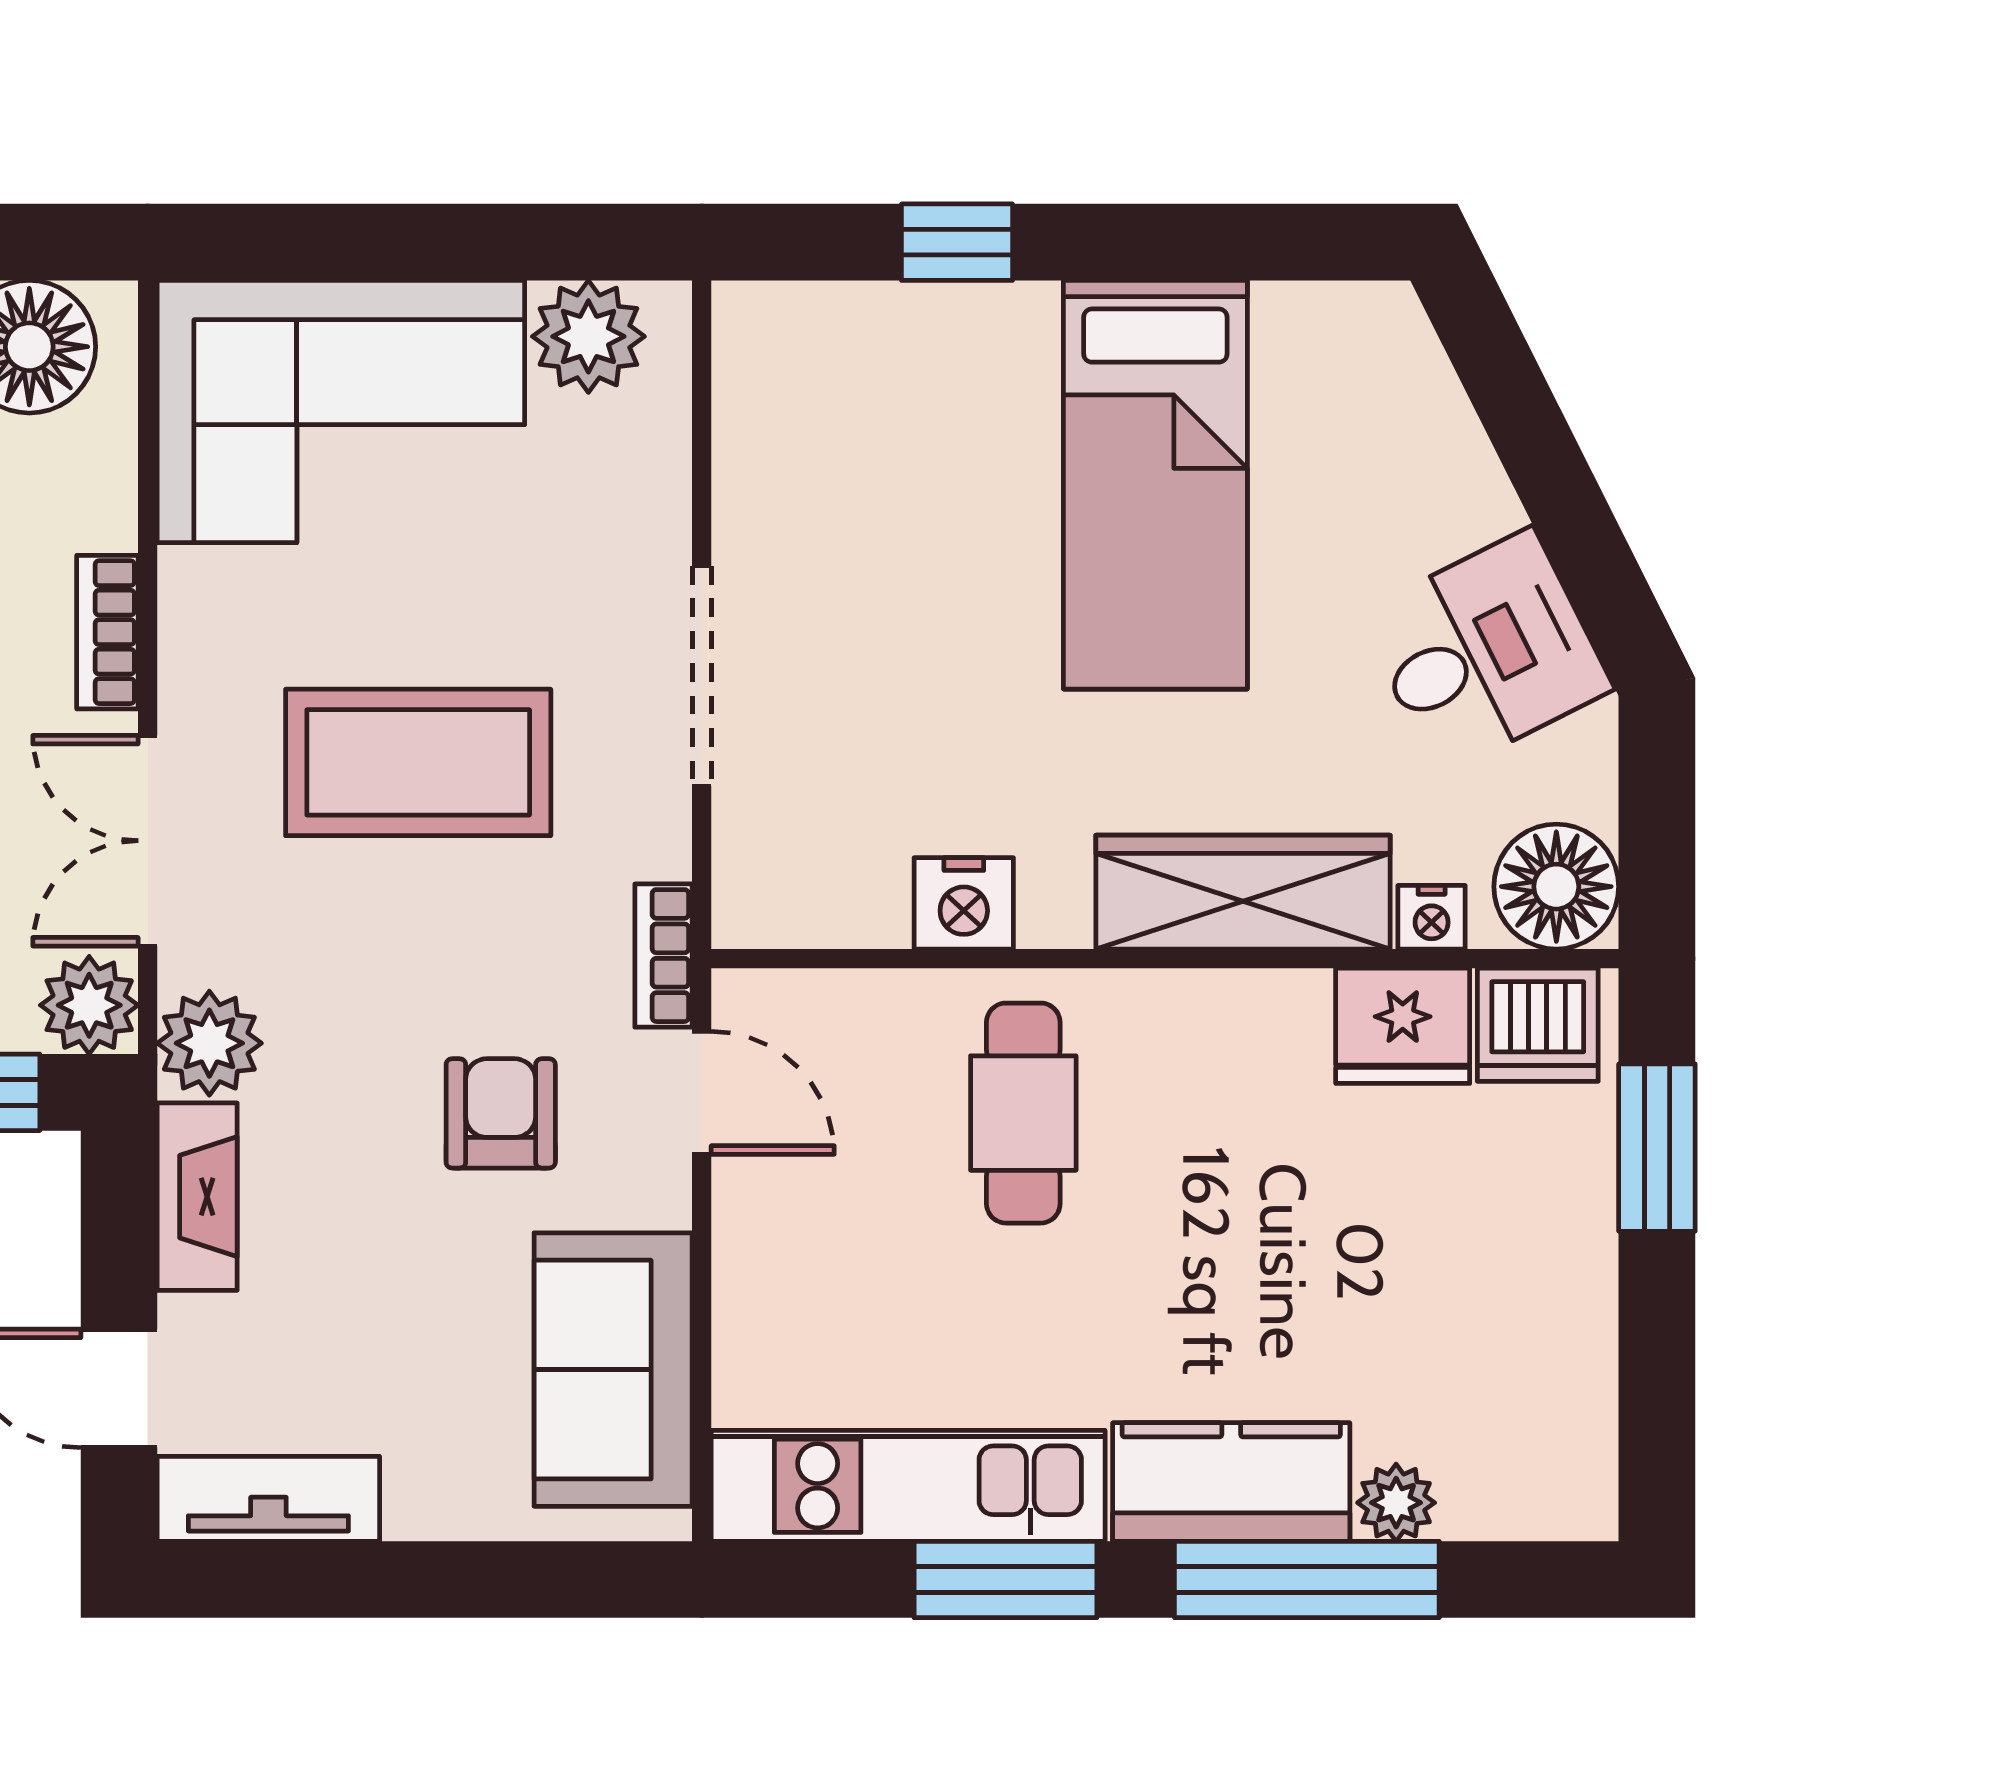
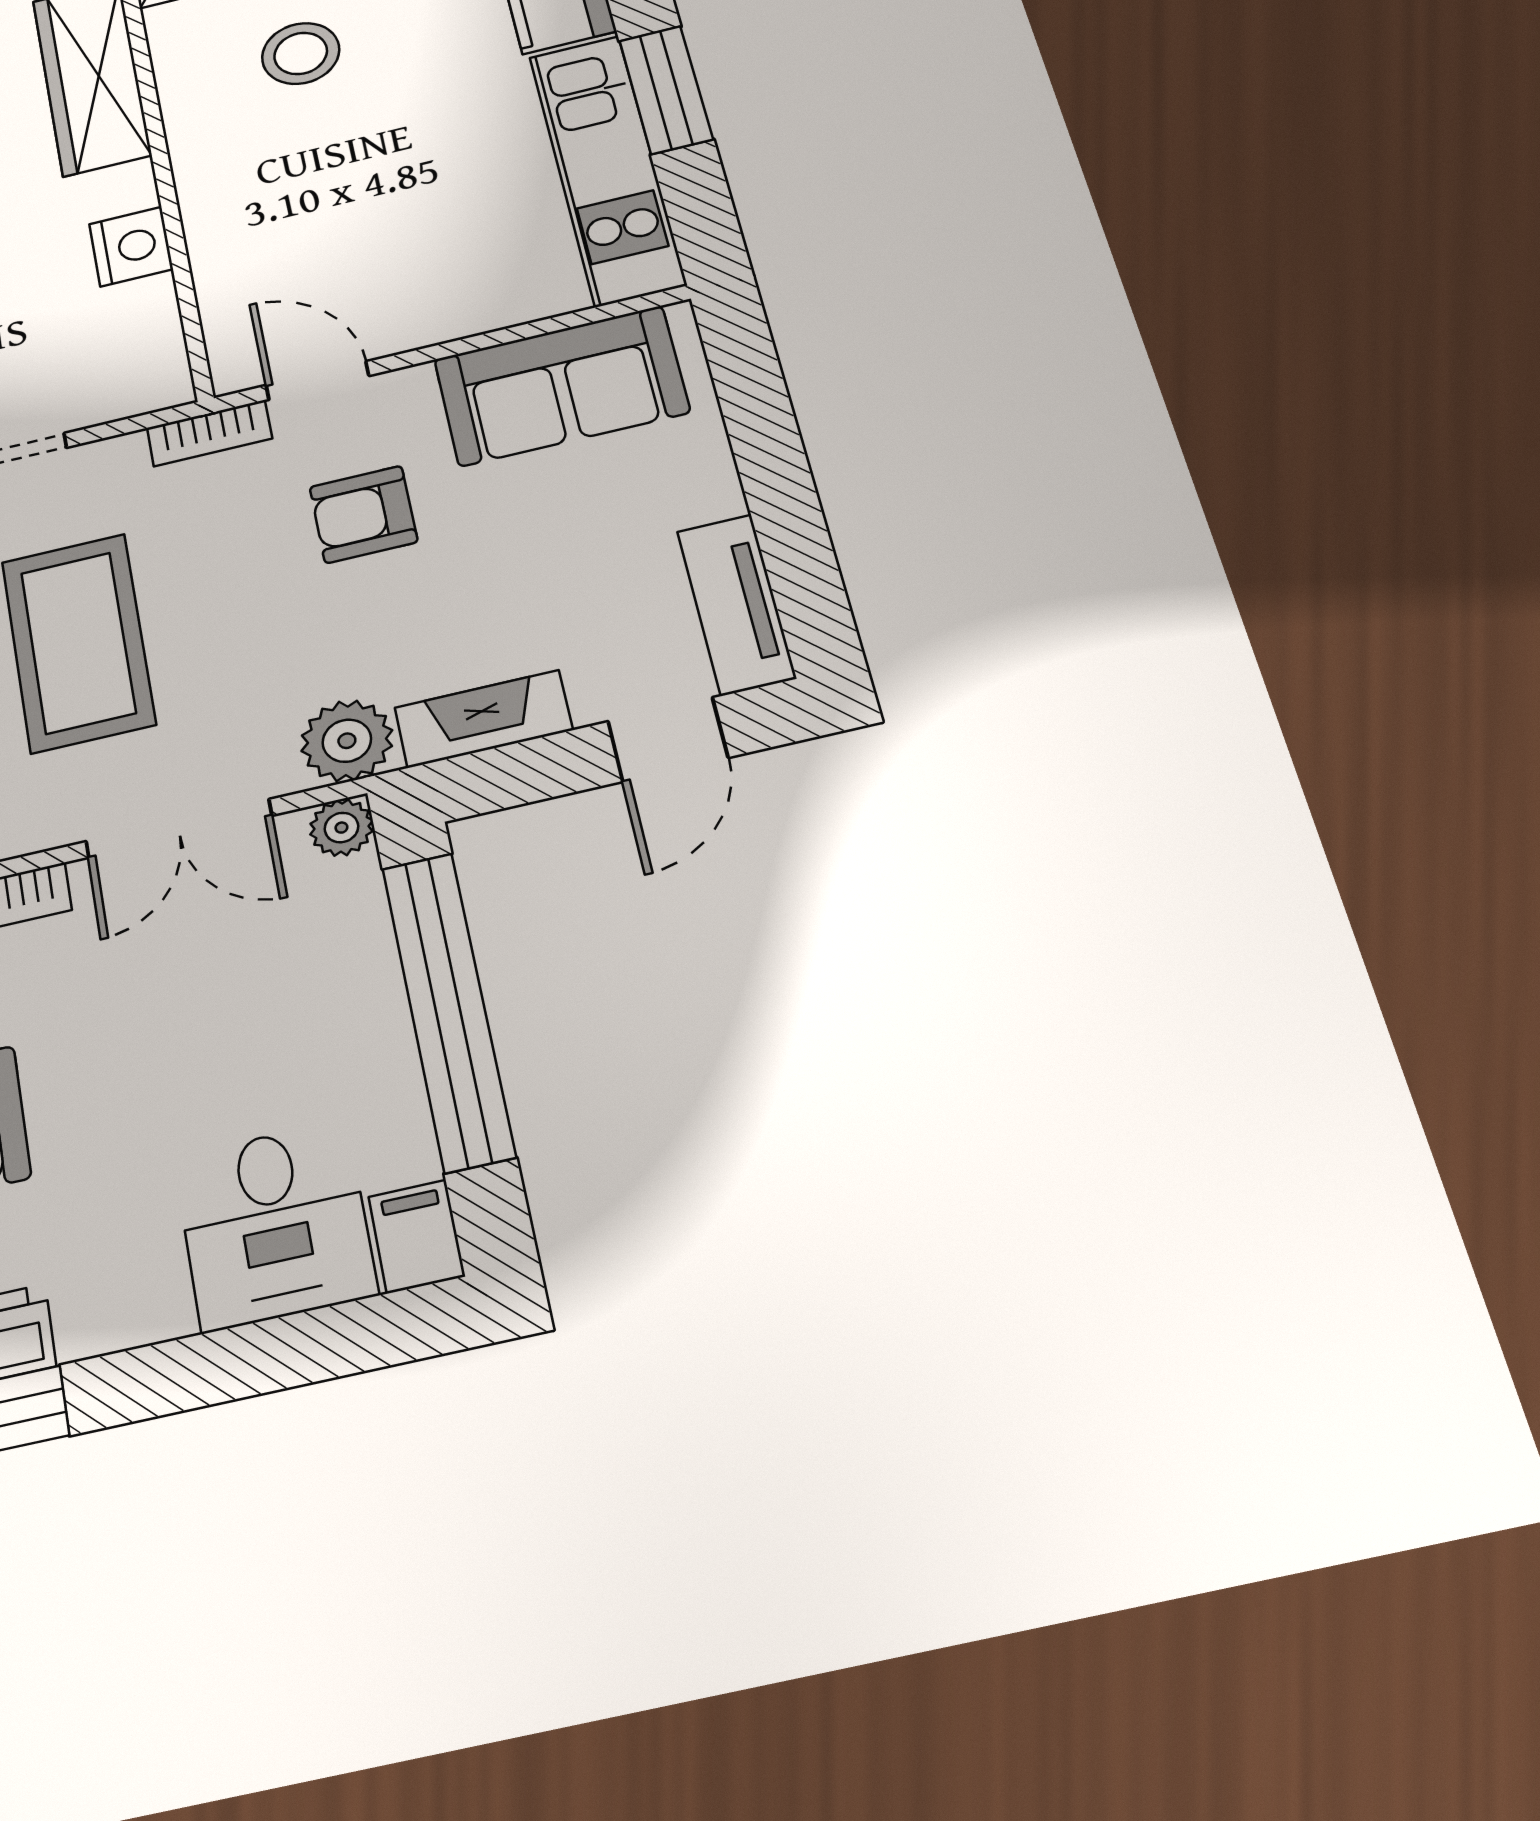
plant: (89, 1005) -> (341, 828), width x0.73, depth x0.73
door: (702, 1093) -> (317, 381), hinge flipped
cafe table: (1023, 1113) -> (290, 169), removed
stool: (1200, 1156) -> (301, 53), added

